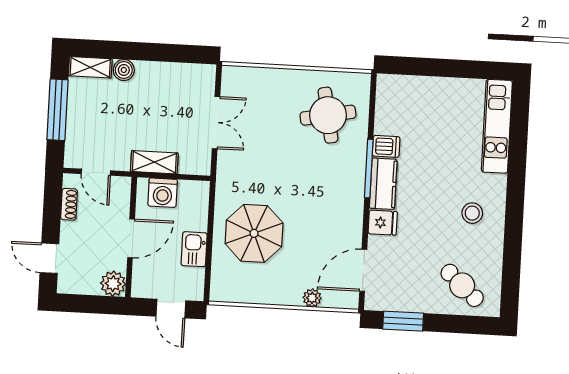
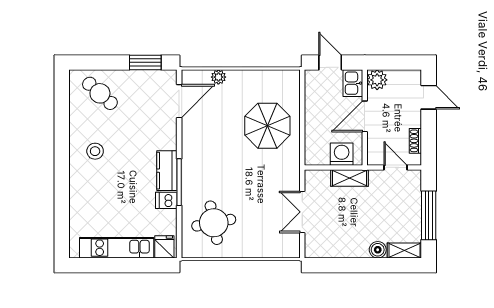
kitchen unit: (497, 126) -> (117, 248), moved, turned -90
fridge: (383, 223) -> (164, 247), moved, turned 90
kitchen sink: (194, 249) -> (353, 83), moved, turned 180

